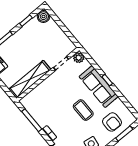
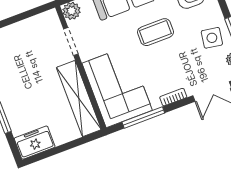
corner sofa: (44, 99) -> (117, 87), added

